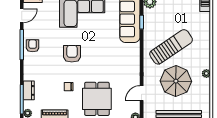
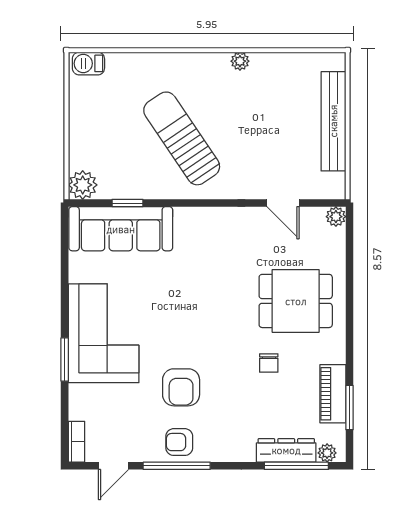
door: (22, 16) -> (113, 466), swing flipped
armchair: (72, 54) -> (181, 387), moved, turned -90
parasol: (176, 81) -> (257, 128), removed
dresser: (29, 90) -> (286, 450), width x1.44

